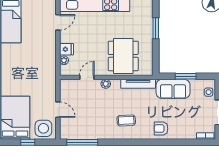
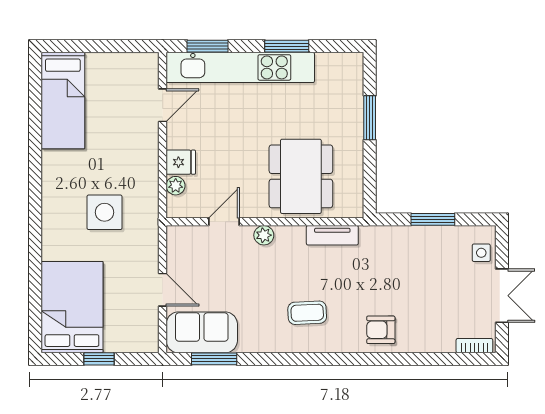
tv unit: (138, 84) -> (332, 235), width x0.71
sofa: (173, 89) -> (202, 332), moved, turned 180
side table: (43, 128) -> (105, 212), moved
window: (82, 142) -> (214, 359), width x0.69

